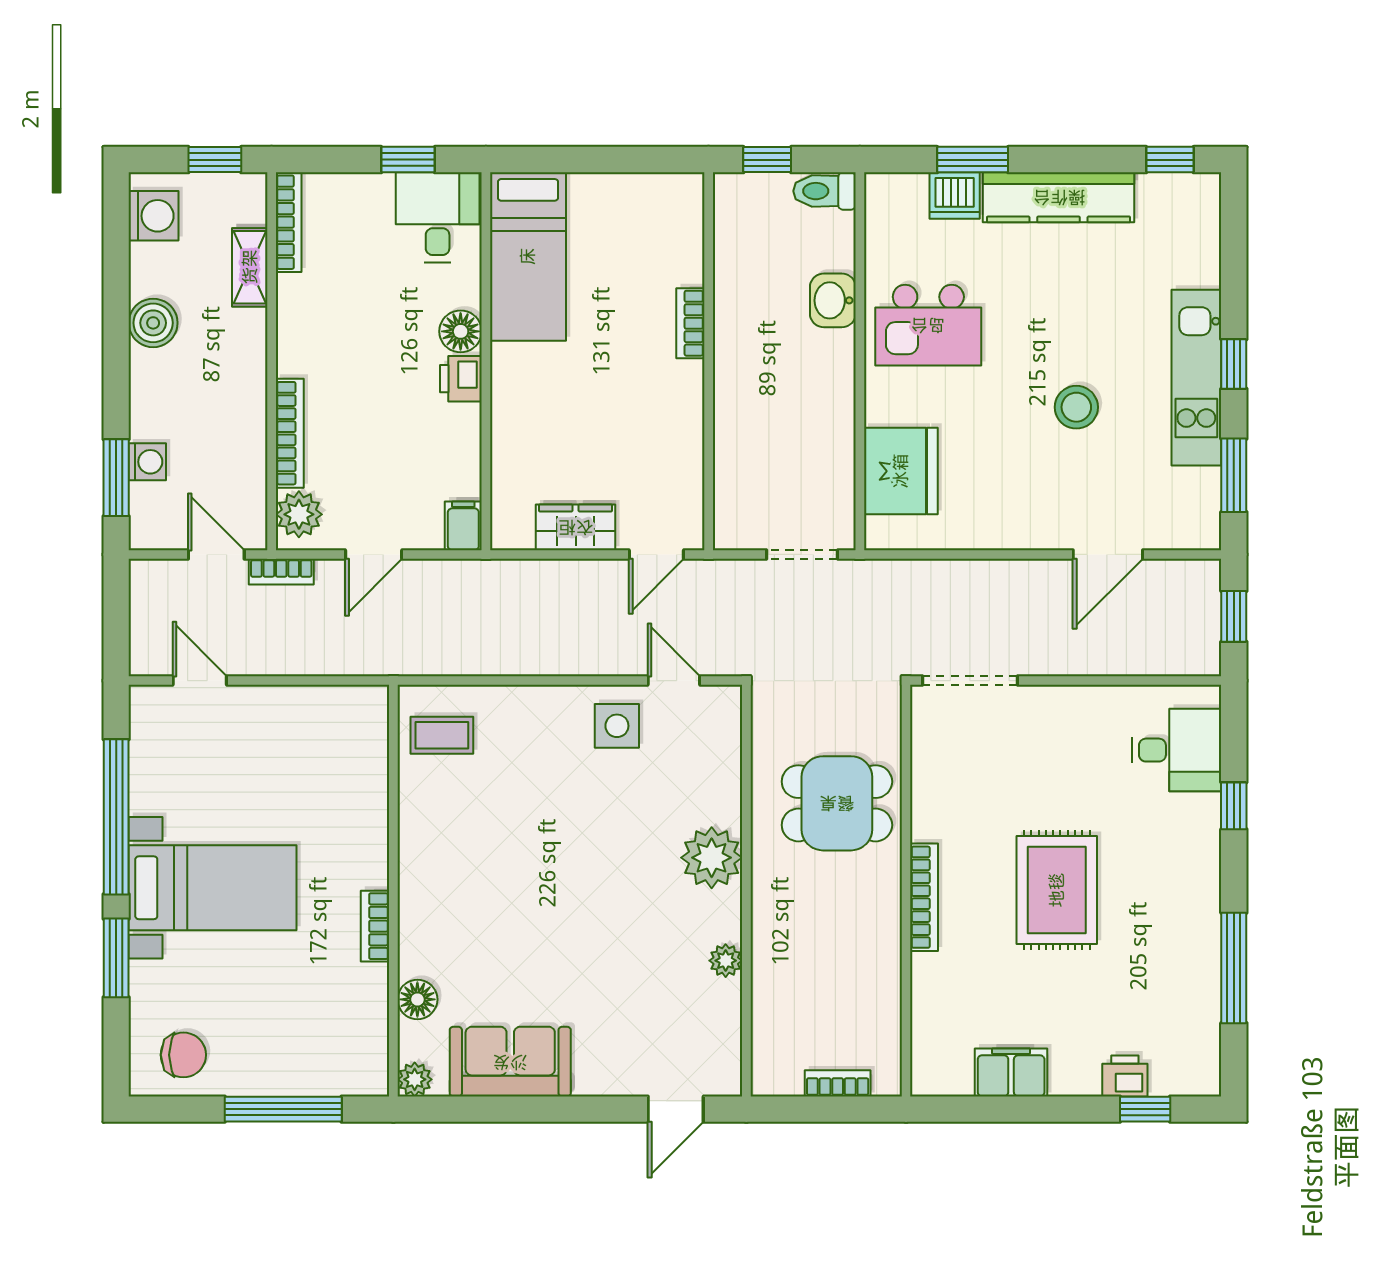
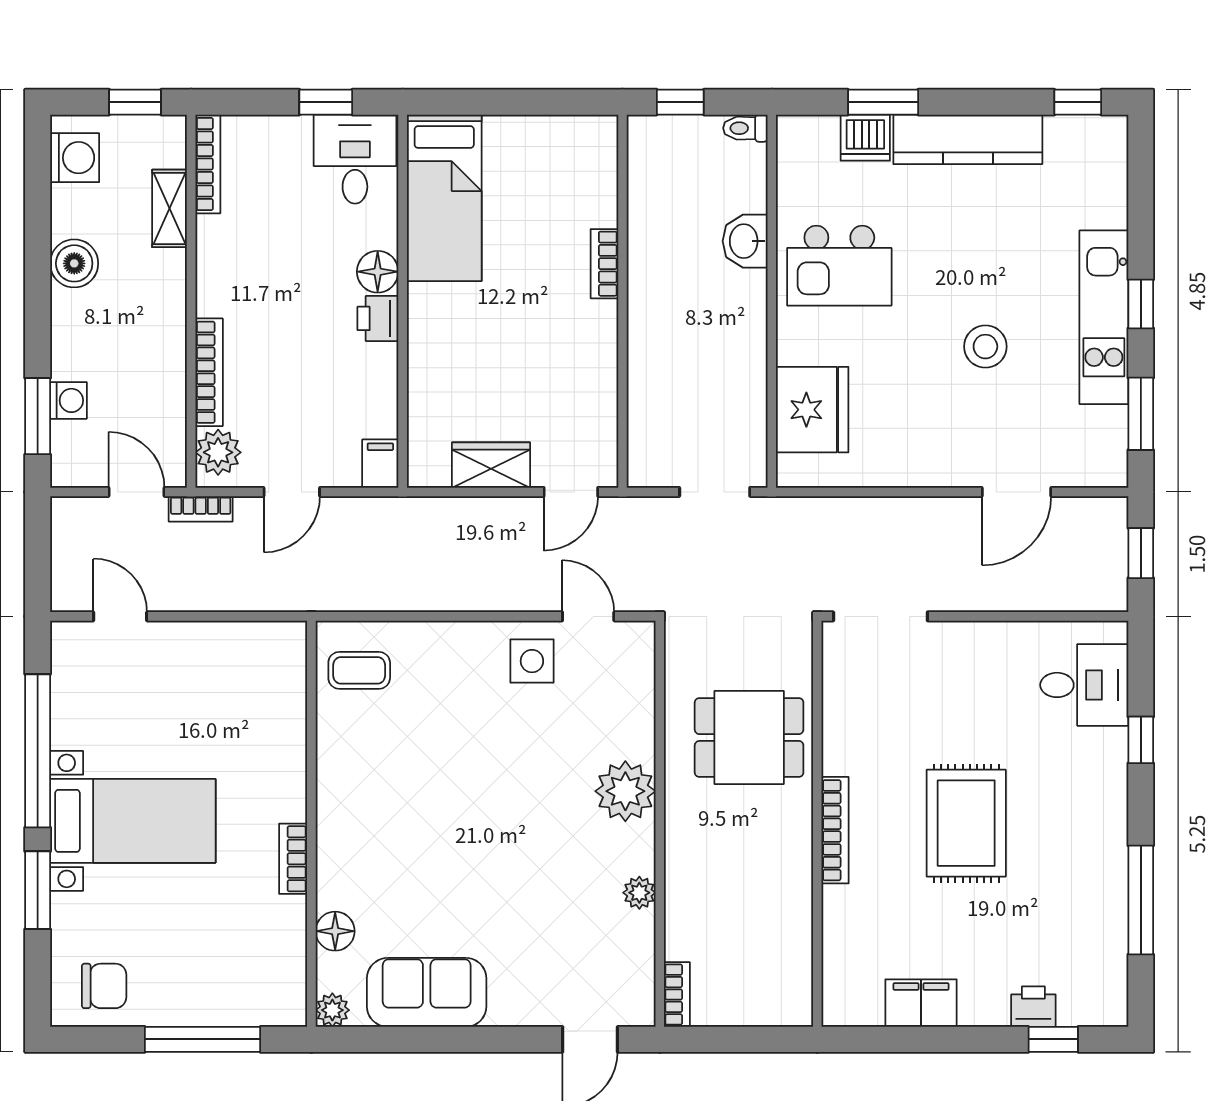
toilet: (824, 191) -> (745, 128), width x0.73, depth x0.72
bookcase: (838, 1083) -> (677, 995), moved, turned 90

